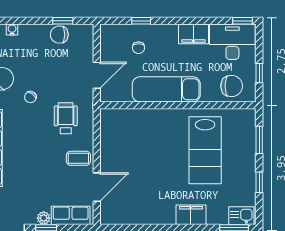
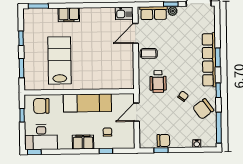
filing cabinet: (193, 34) -> (83, 142), moved
kitchen sink: (241, 216) -> (124, 13), moved

